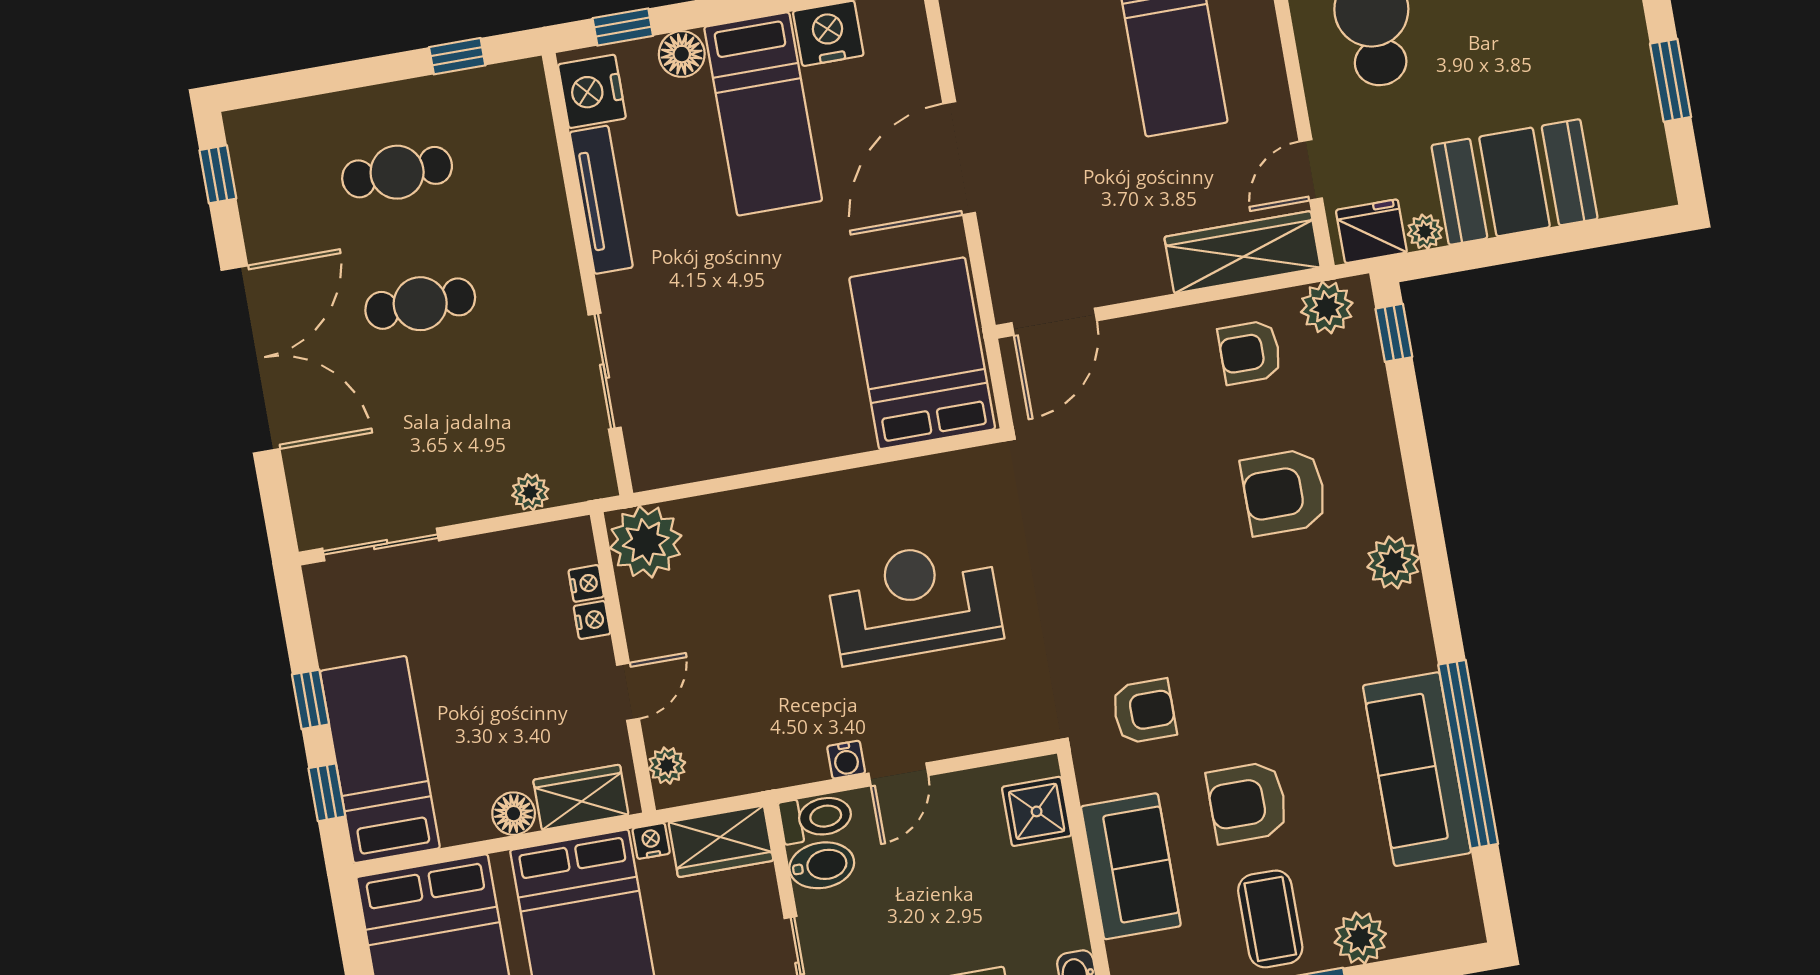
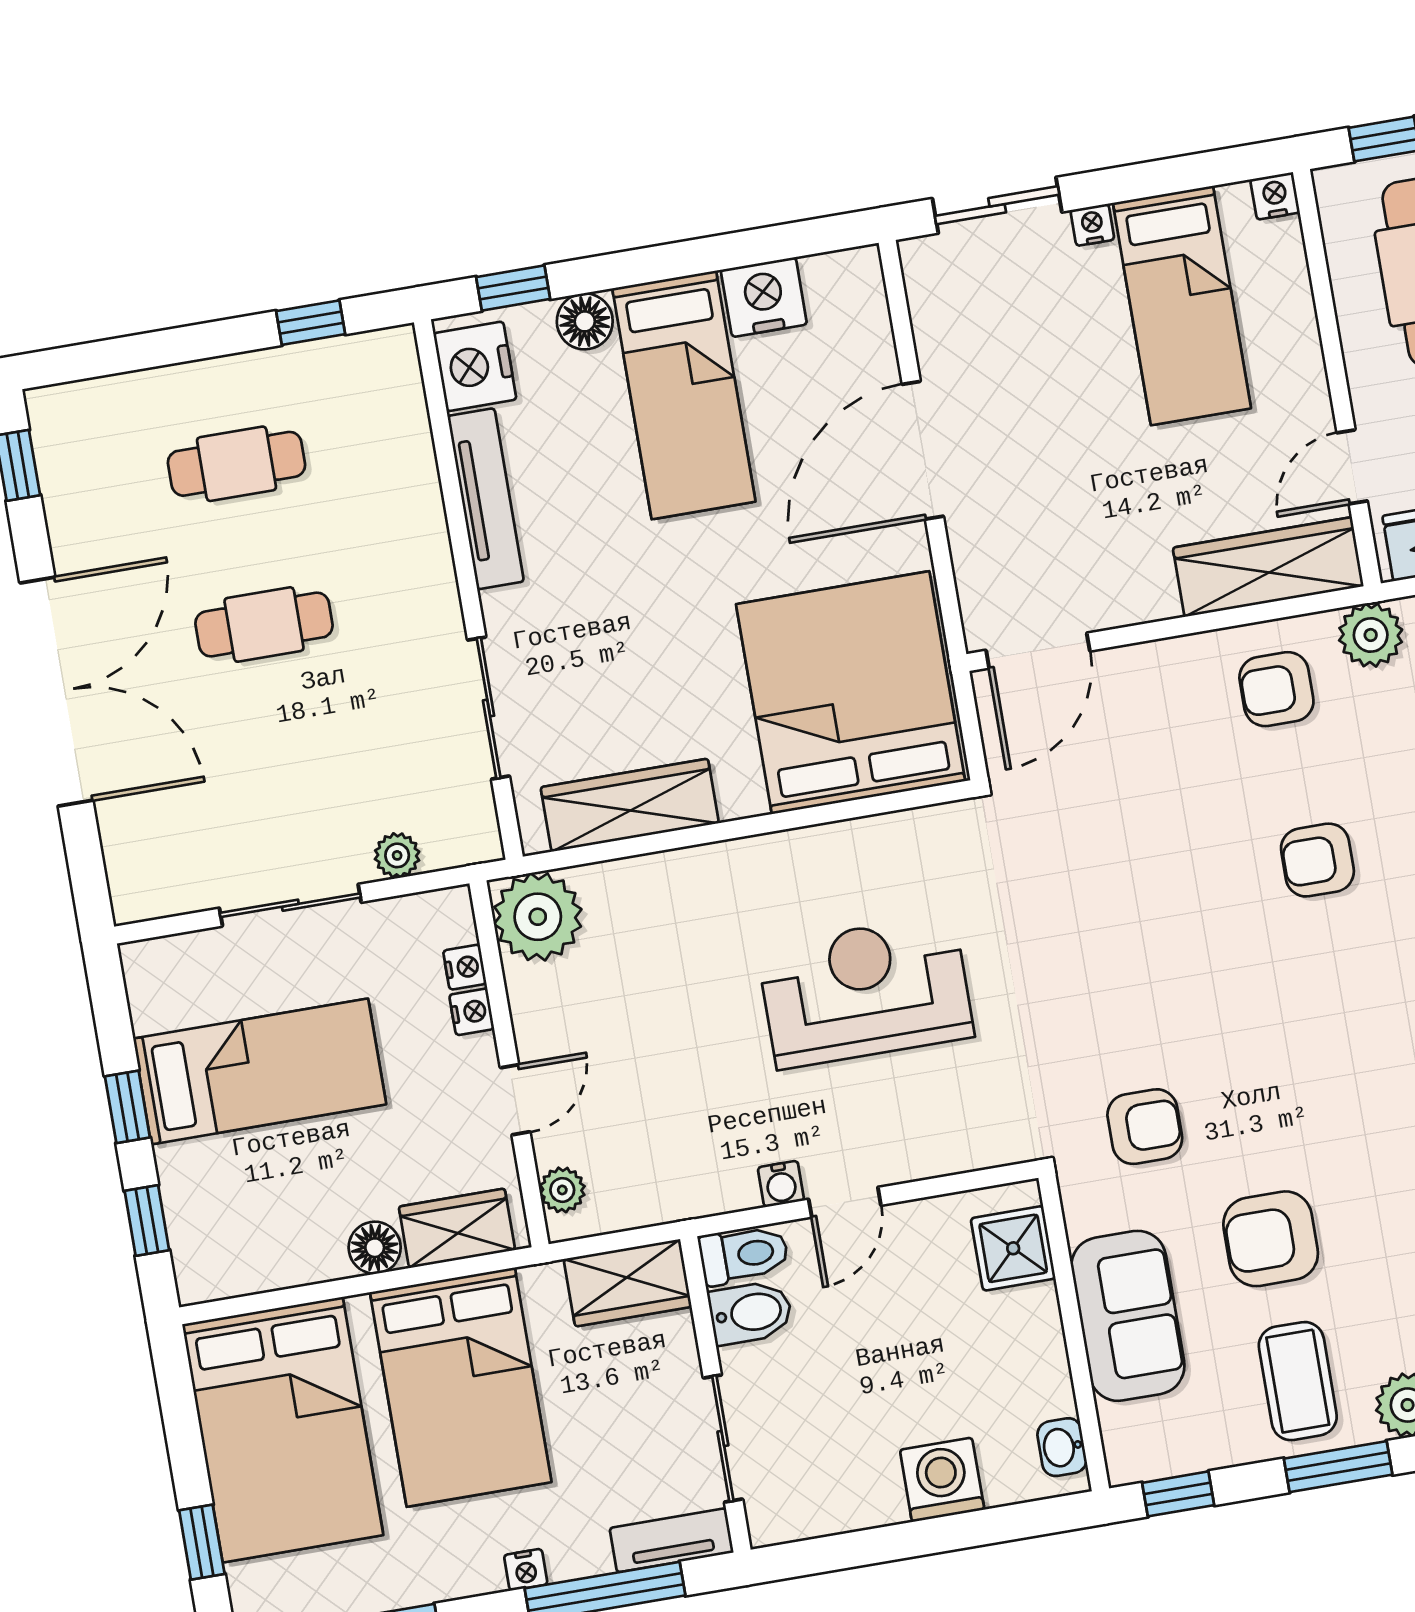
bed: (922, 353) -> (851, 693), width x1.36
wardrobe: (721, 450) -> (630, 805), added
armchair: (1284, 492) -> (1317, 860), width x0.72, depth x0.72
sliding door: (381, 544) -> (290, 905), moved
bed: (380, 760) -> (260, 1071), moved, turned 90
nightstand: (651, 841) -> (542, 1282), removed

